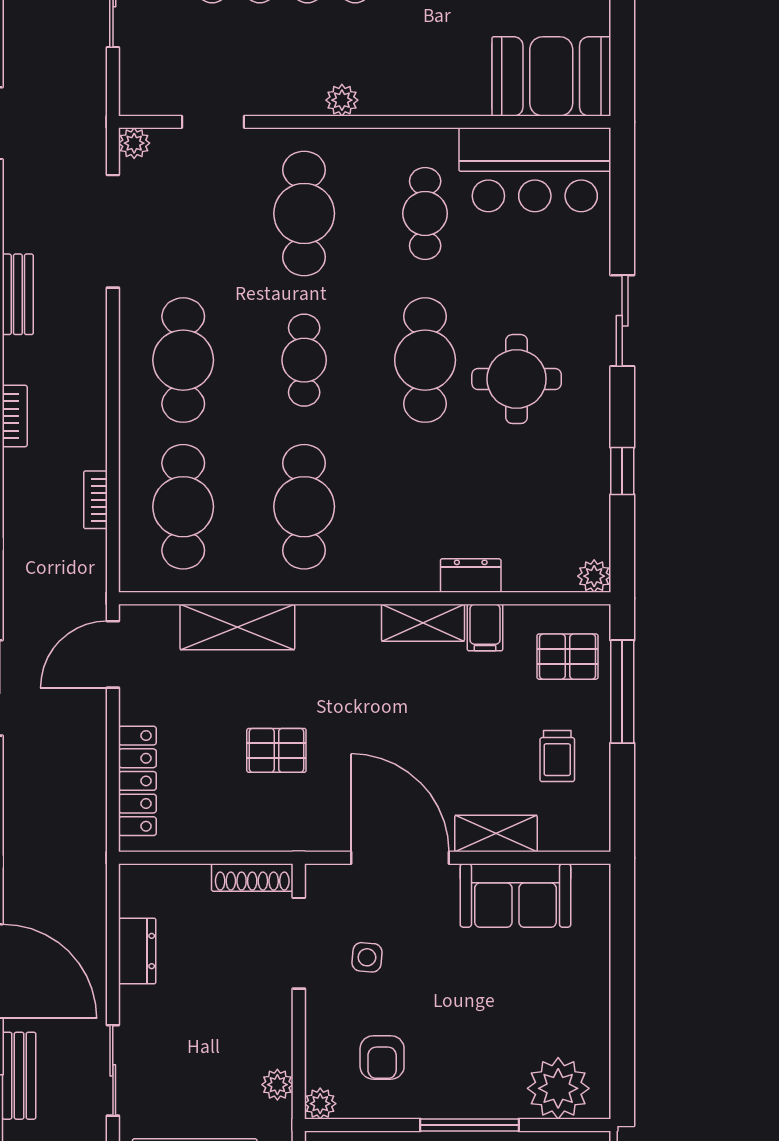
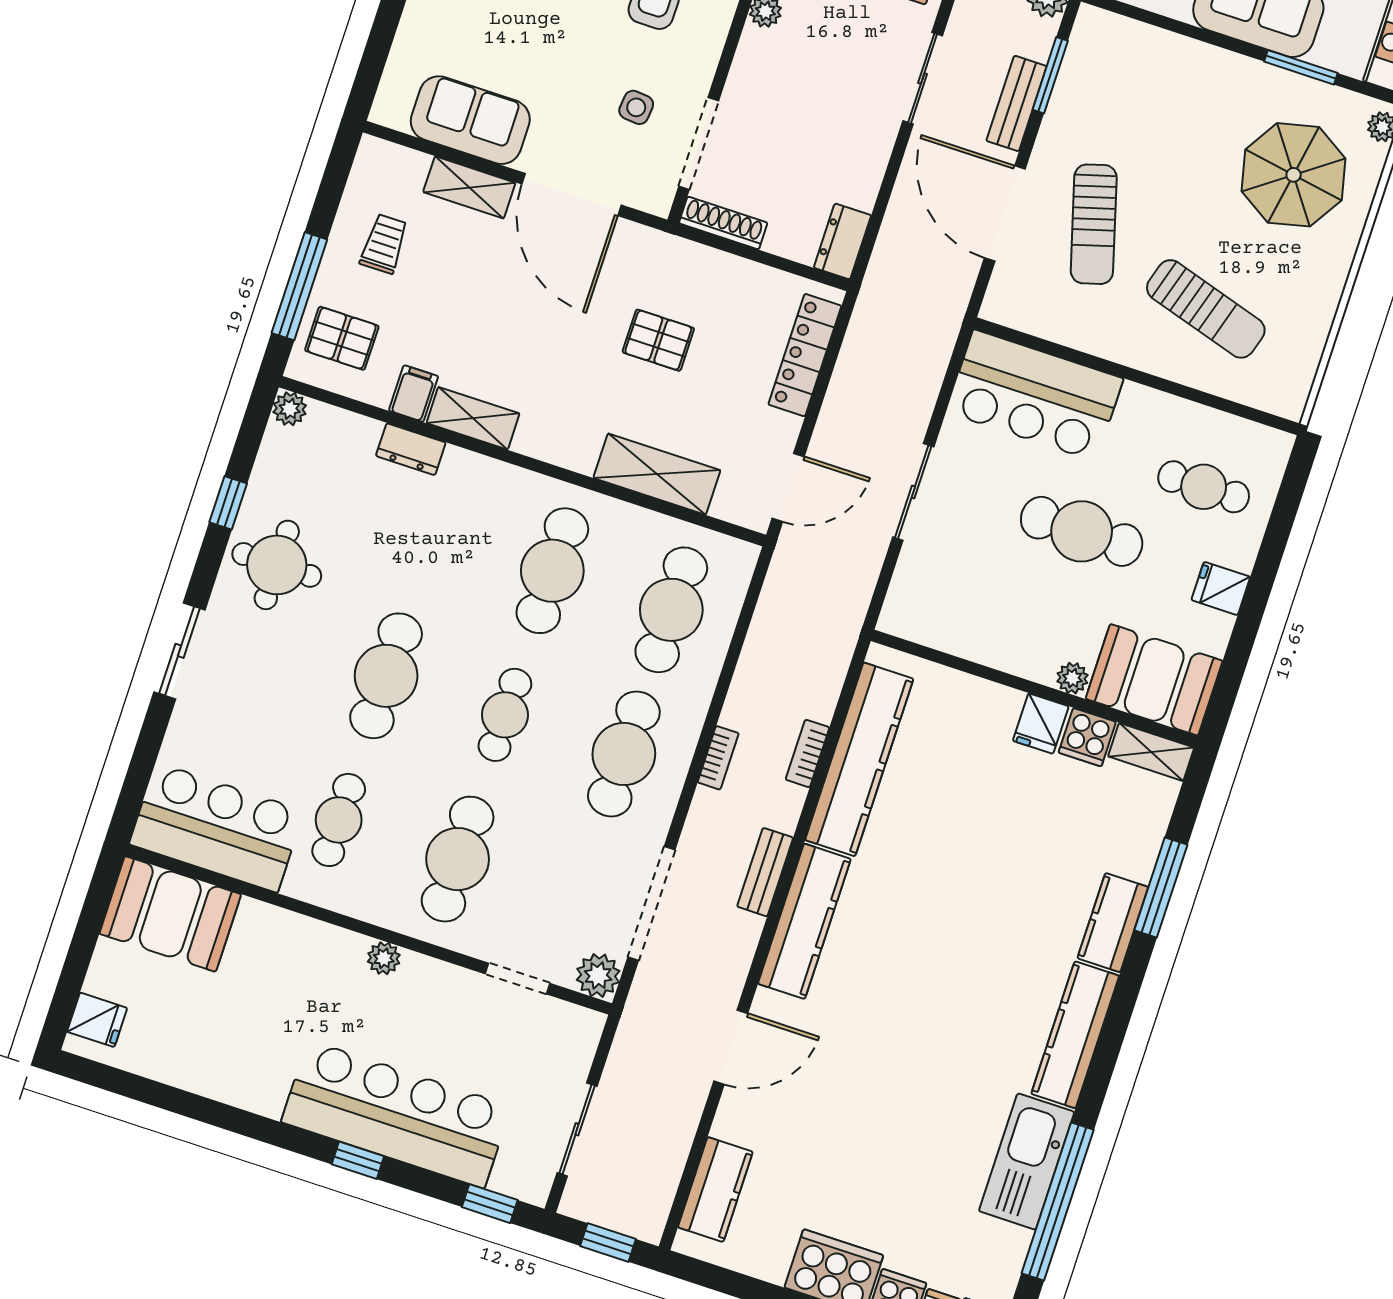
plant: (134, 143) -> (598, 975), width x1.38, depth x1.38
round table: (517, 379) -> (277, 565), moved
bookcase: (95, 500) -> (718, 758), moved
dresser: (137, 951) -> (842, 241), moved

